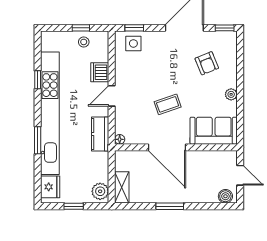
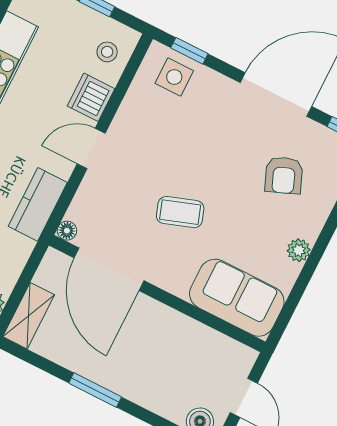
stool: (84, 42) -> (107, 52), moved
door: (167, 147) -> (109, 269), moved

